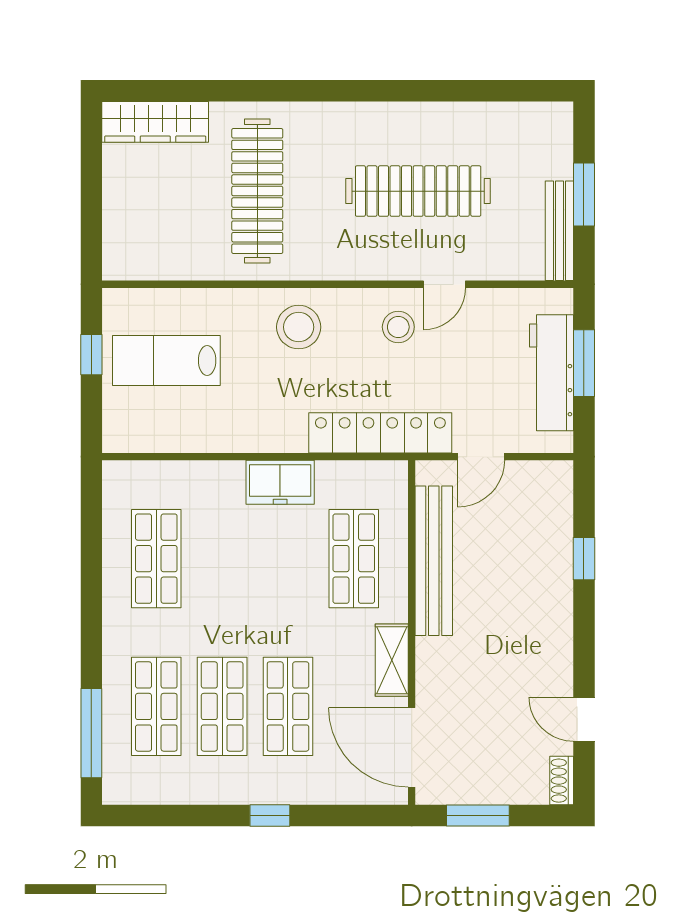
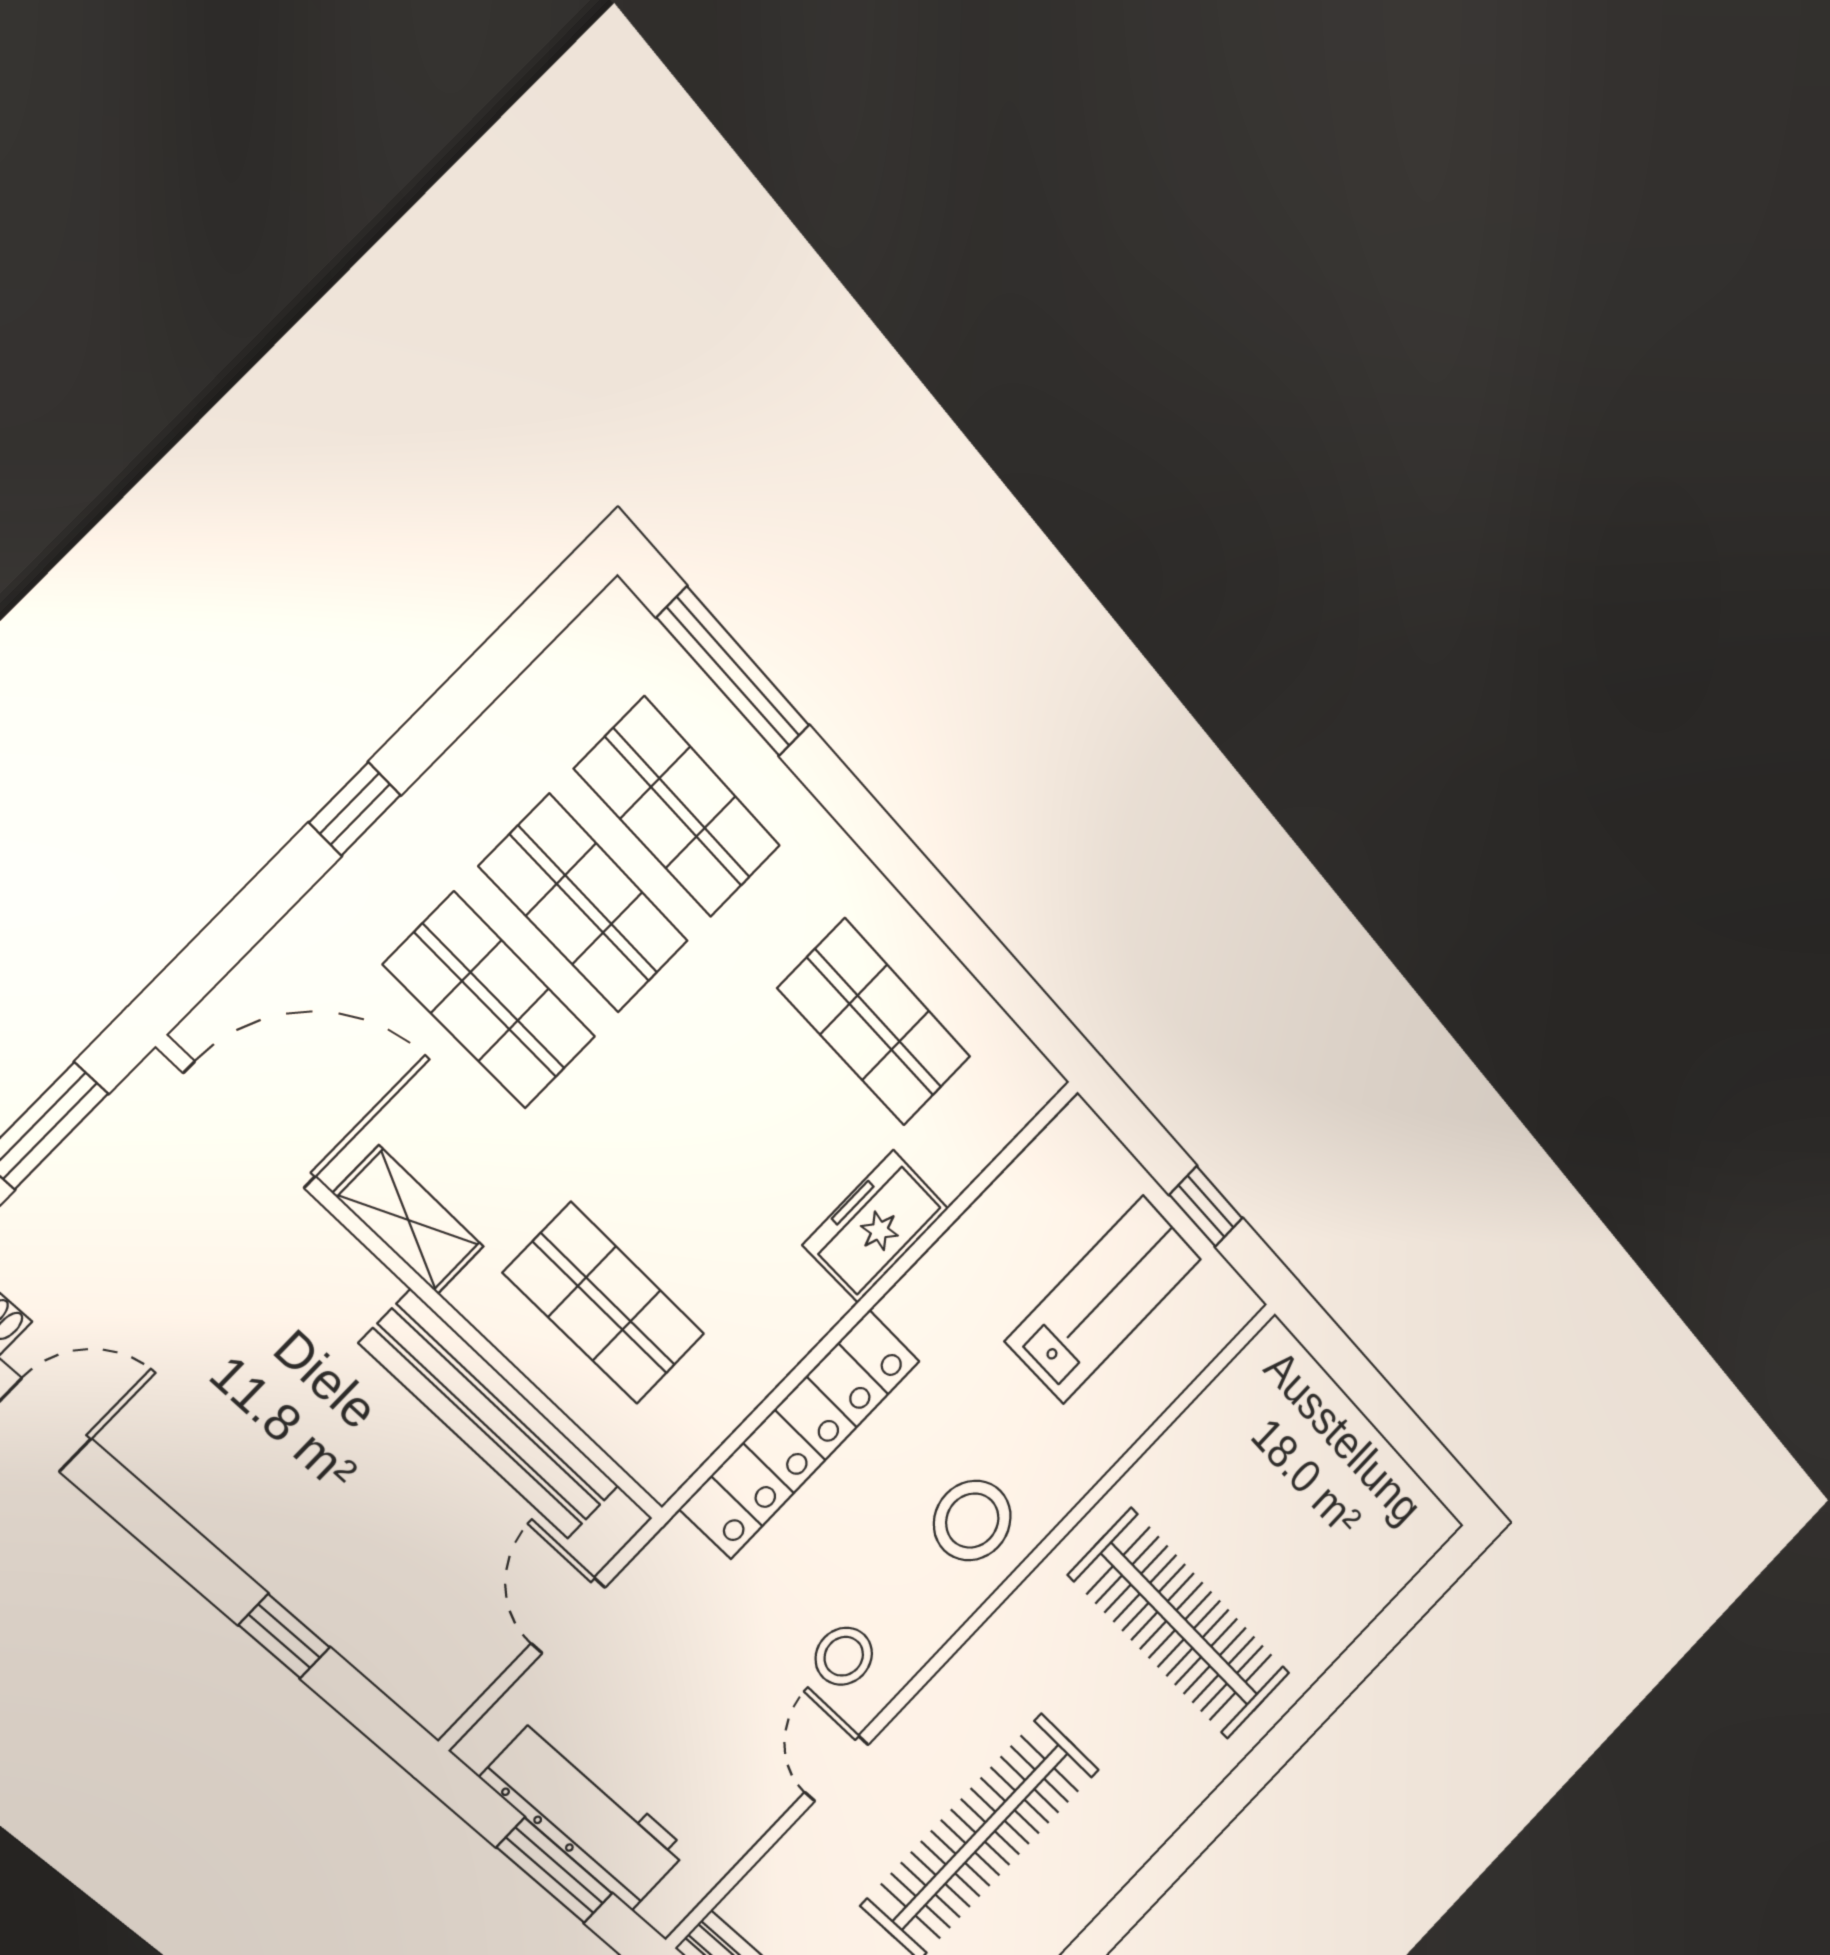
wardrobe: (155, 122) -> (1379, 1570), removed
locker: (380, 433) -> (800, 1435), moved
freezer: (280, 482) -> (876, 1227), moved

